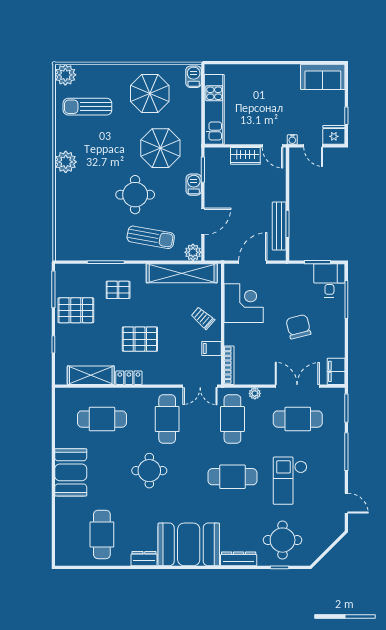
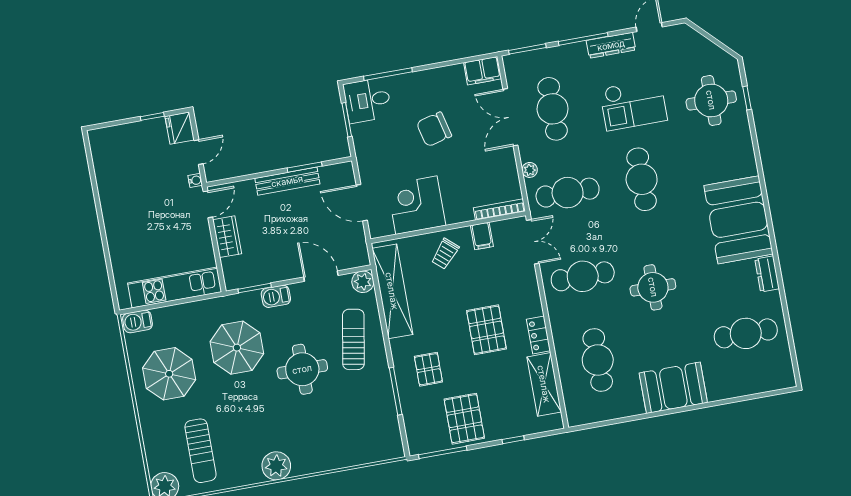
sofa: (323, 77) -> (108, 156), removed
bench: (279, 226) -> (287, 181), moved
dresser: (239, 559) -> (611, 45), moved, turned -90

